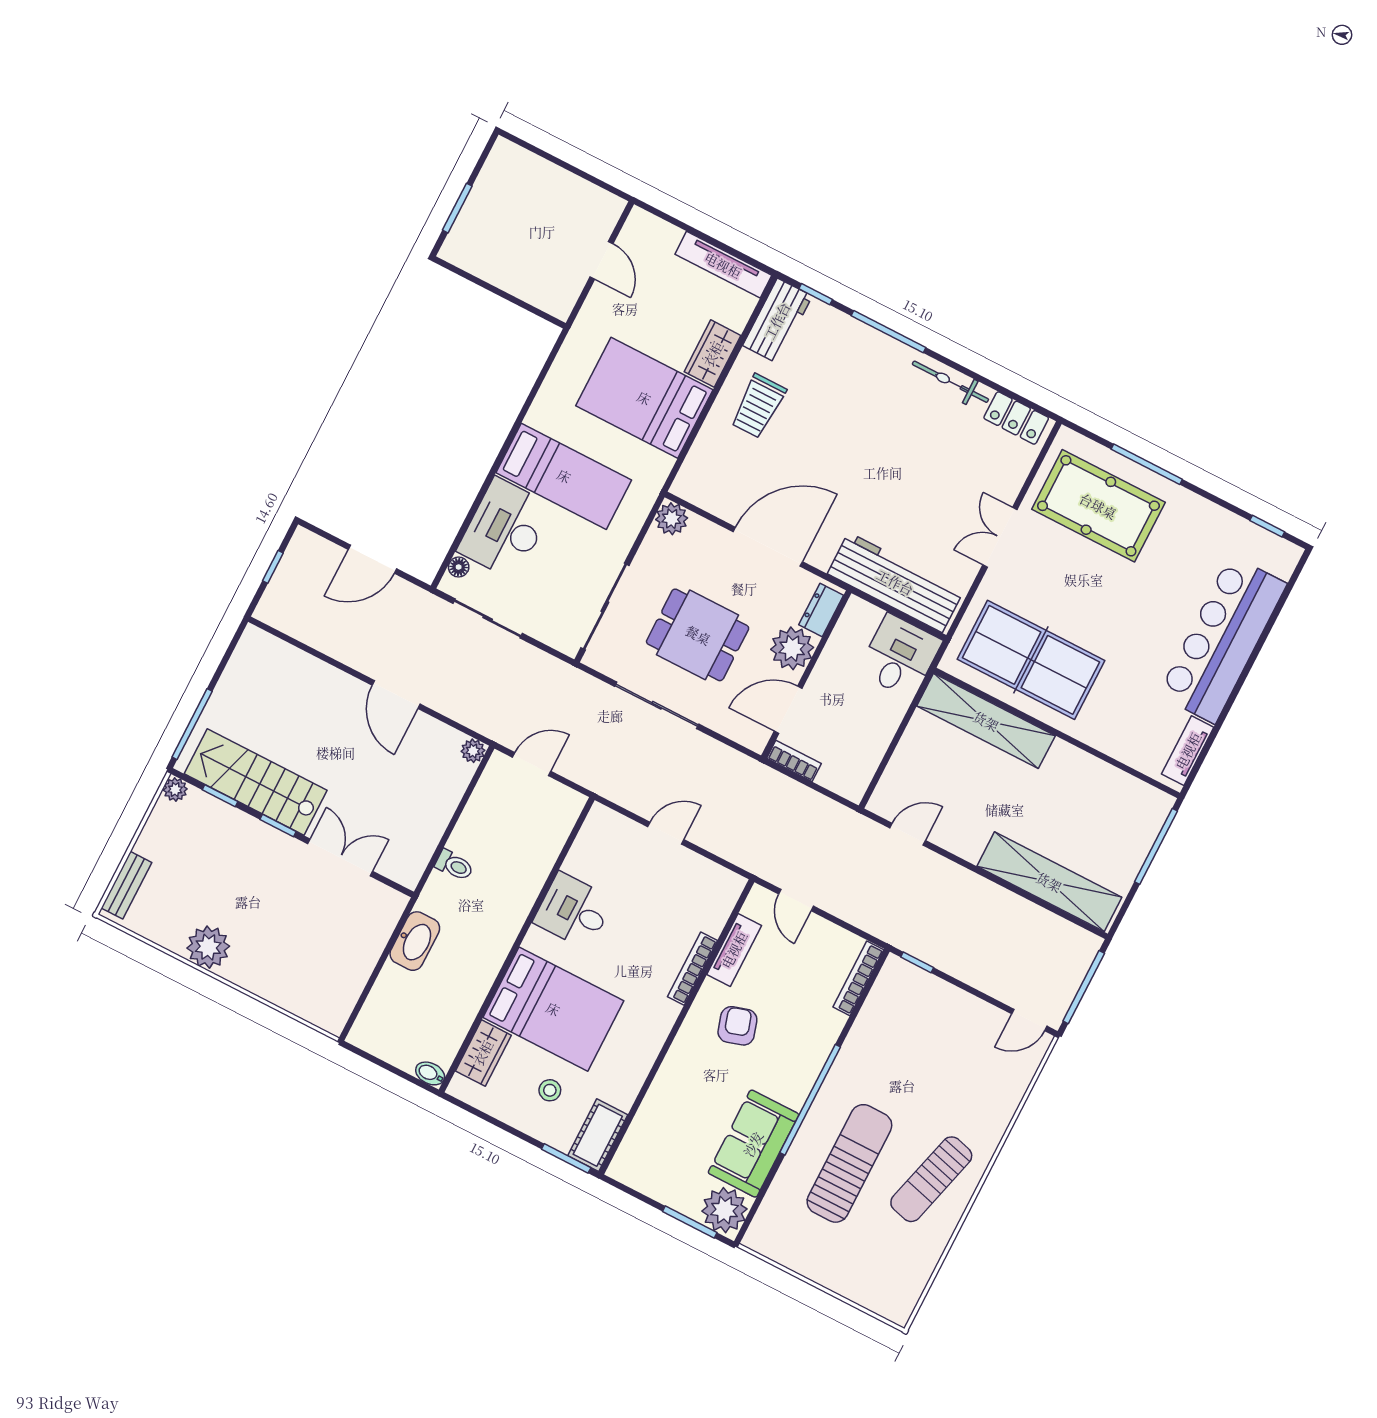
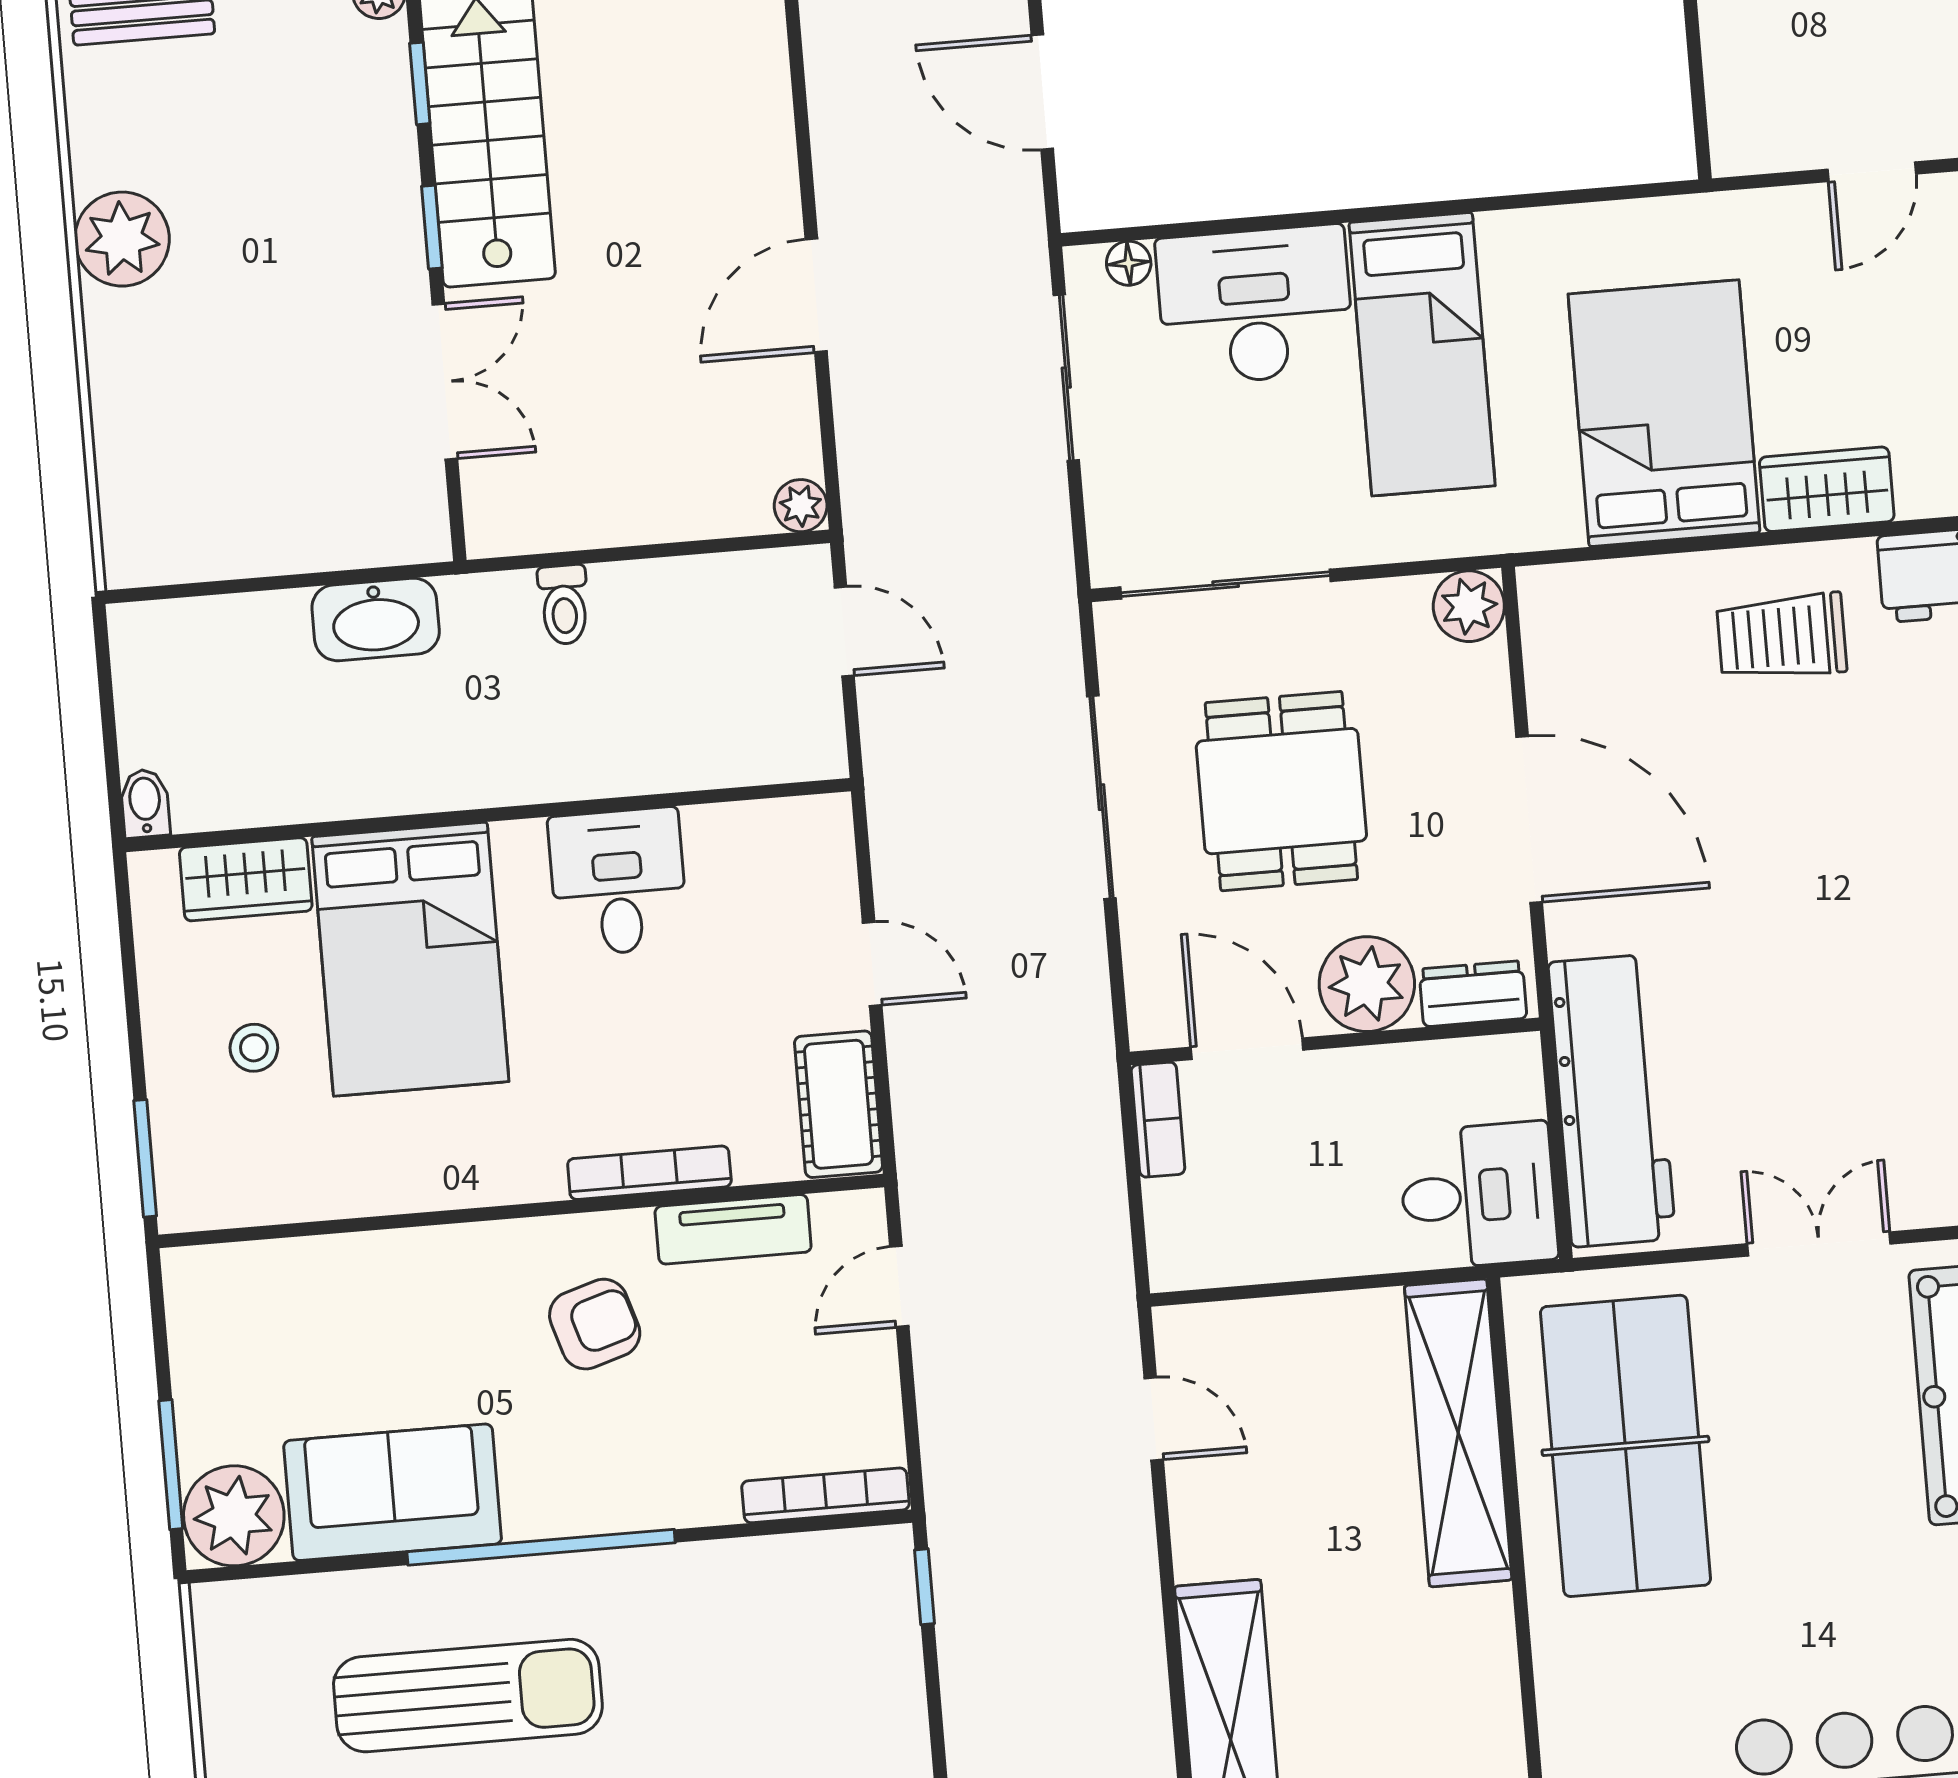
cot: (598, 1135) -> (839, 1104), moved, turned 90

